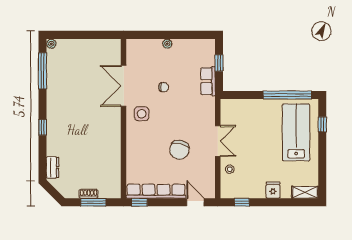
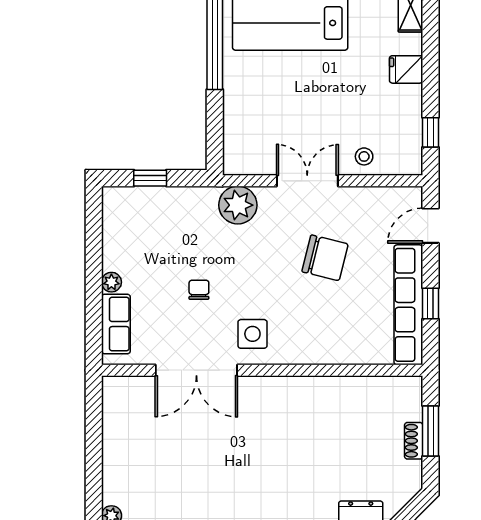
row of seats: (208, 81) -> (116, 324), moved, turned -90
plant: (206, 106) -> (238, 205), added
window: (139, 202) -> (431, 304), moved

